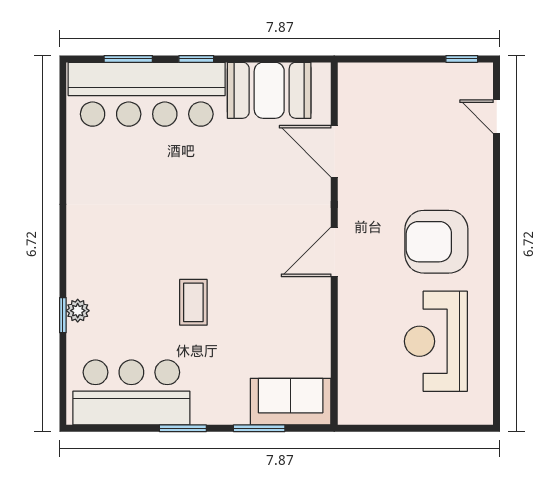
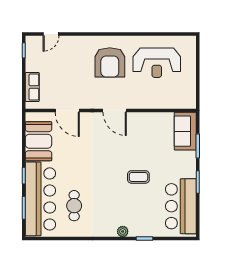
row of seats: (384, 77) -> (32, 87), added
door: (334, 151) -> (67, 111), hinge flipped
cafe table: (133, 166) -> (74, 206), added
plant: (78, 311) -> (123, 231), moved

